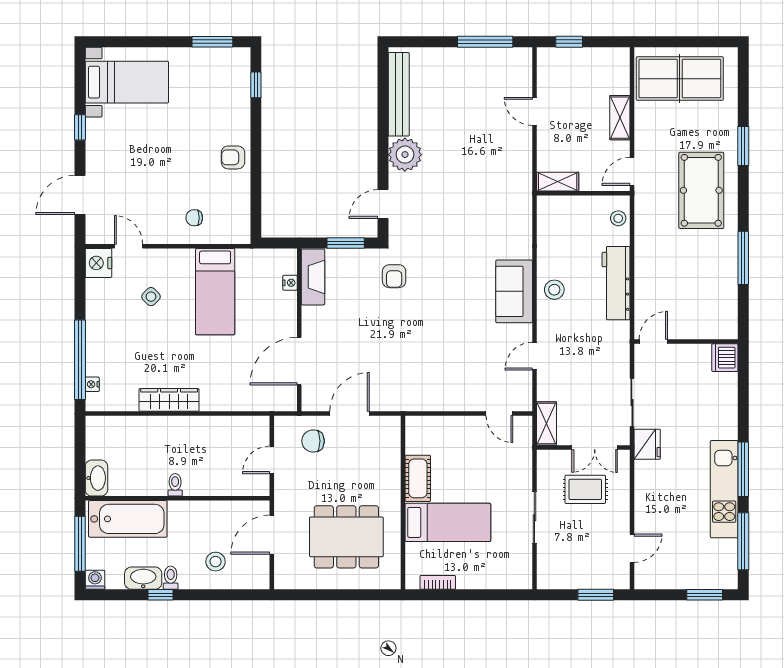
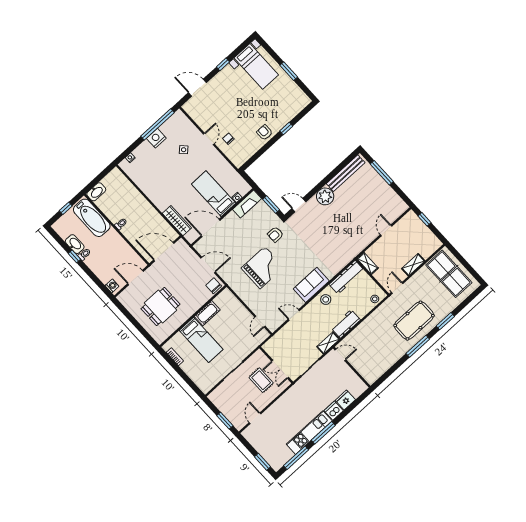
window: (212, 42) -> (289, 71), moved
window: (485, 42) -> (382, 173), moved
window: (256, 85) -> (286, 128), moved
door: (632, 171) -> (397, 288), hinge flipped
workbench: (550, 230) -> (347, 277), added
door: (129, 246) -> (209, 139), moved
window: (743, 258) -> (418, 346), moved
nightstand: (98, 263) -> (156, 138), moved
workbench: (616, 283) -> (346, 324), width x0.73
bed: (215, 292) -> (214, 194), moved, turned 90
grand piano: (425, 338) -> (263, 268), added
dishwasher: (725, 358) -> (334, 411), moved
window: (80, 360) -> (157, 124), moved
wardrobe: (169, 400) -> (177, 221), moved
shelving: (546, 424) -> (328, 343), moved
chair: (313, 441) -> (214, 286), moved
fridge: (647, 444) -> (345, 400), moved, turned 180
door: (272, 460) -> (164, 252), width x1.88
dining table: (346, 537) -> (161, 306), width x0.73
window: (80, 544) -> (66, 208), width x0.46
door: (632, 548) -> (255, 418), swing flipped
stool: (216, 562) -> (106, 266), removed
washing machine: (95, 580) -> (112, 286), moved

